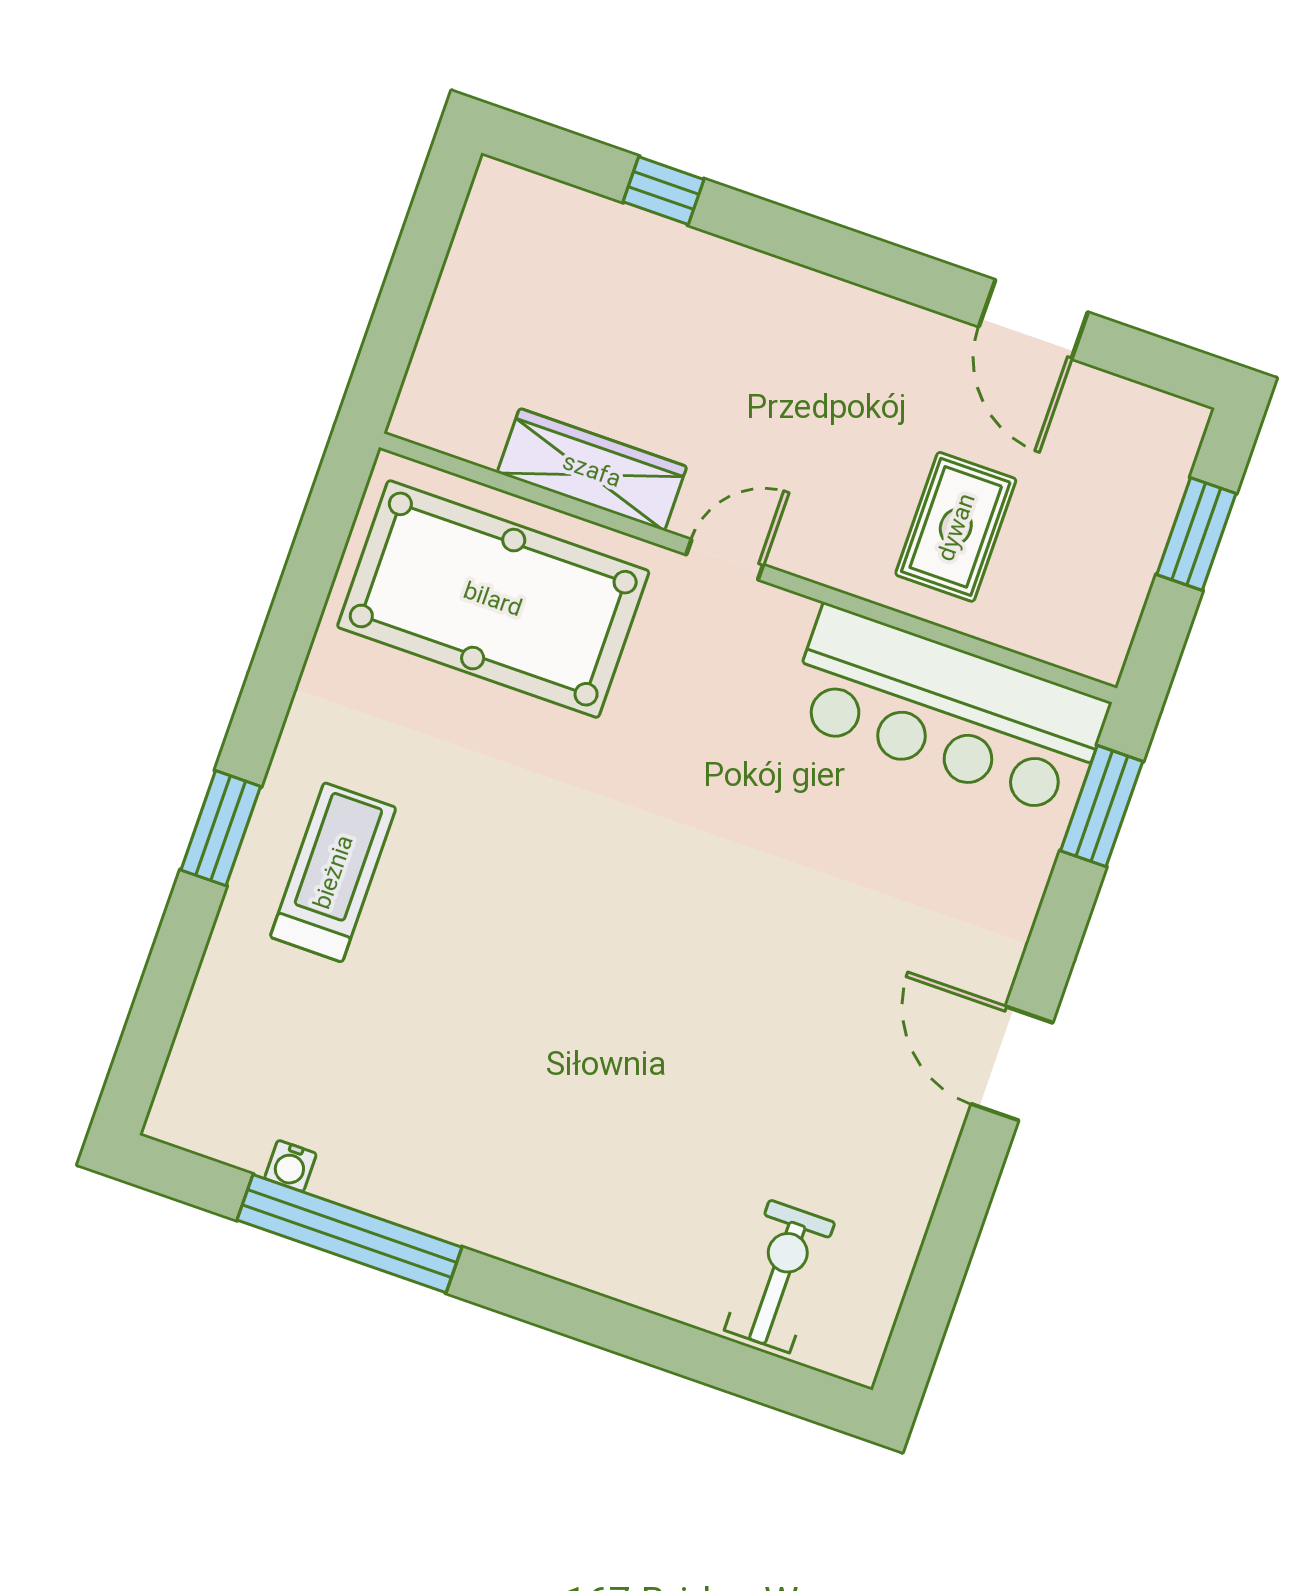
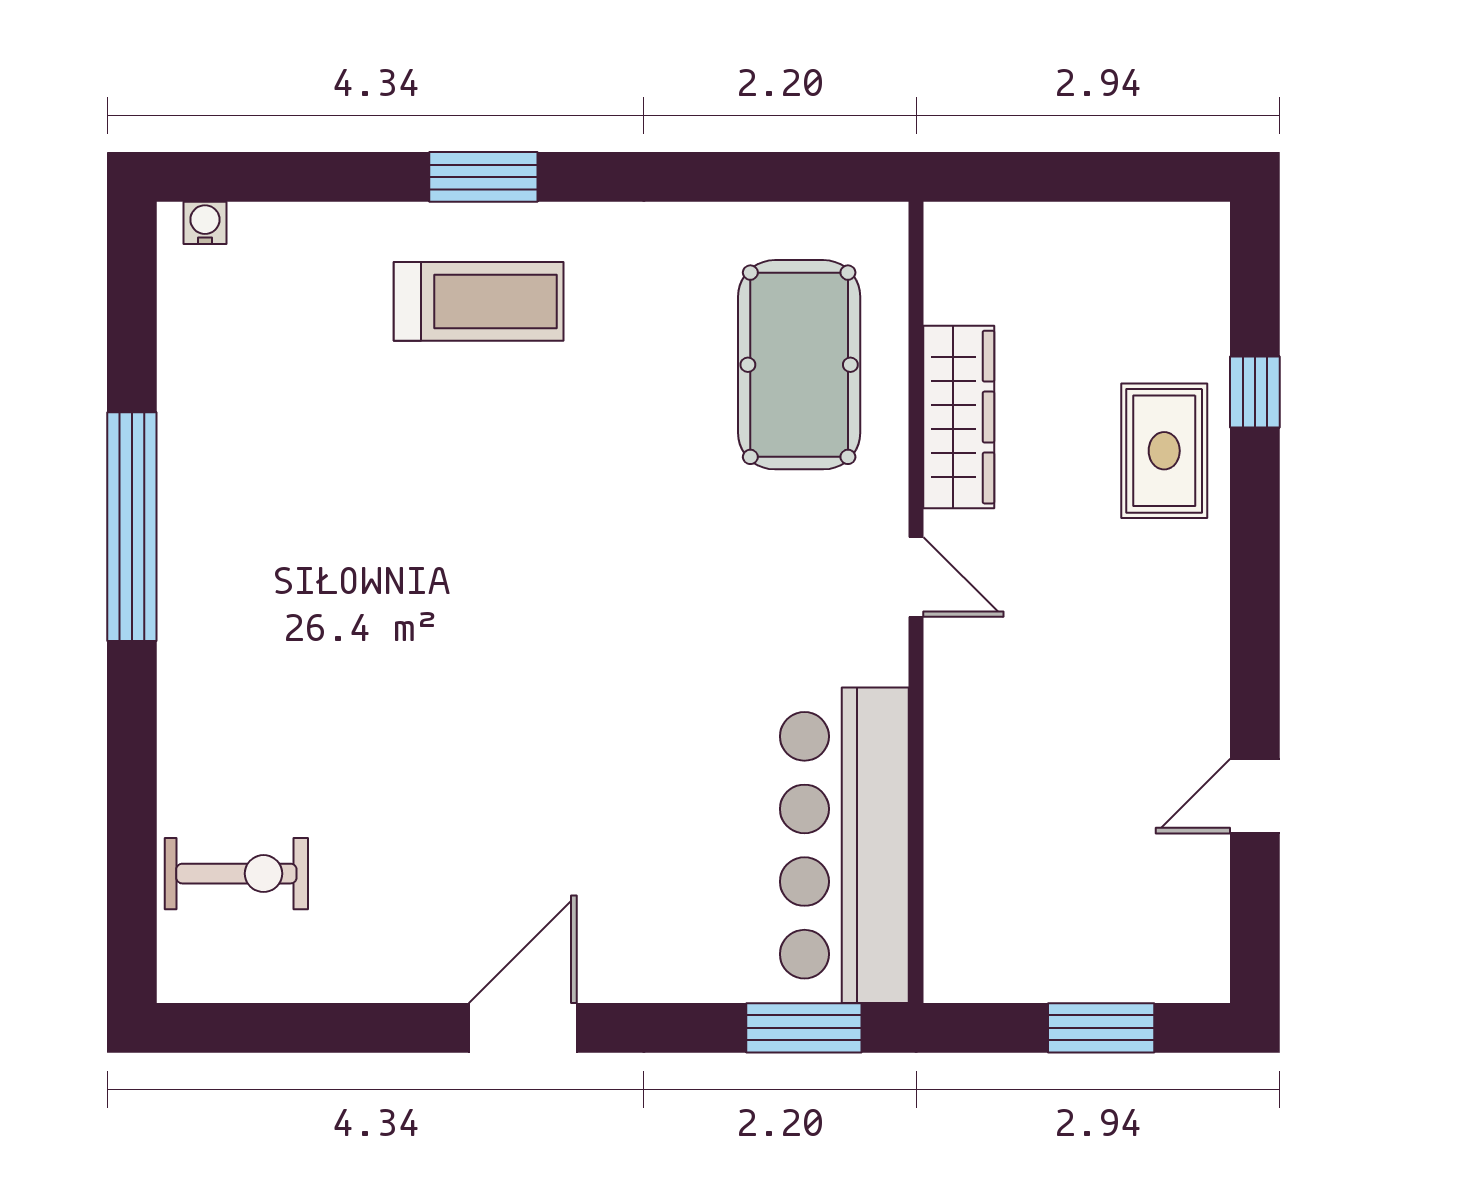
door: (1033, 319) -> (1255, 796), width x0.73
rug: (956, 527) -> (1164, 451), moved, turned 90
pool table: (493, 599) -> (799, 365), width x0.73, depth x0.76
water cooler: (290, 1166) -> (205, 223), moved, turned 90
window: (349, 1234) -> (132, 527), moved

